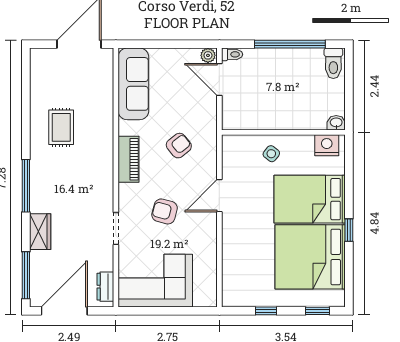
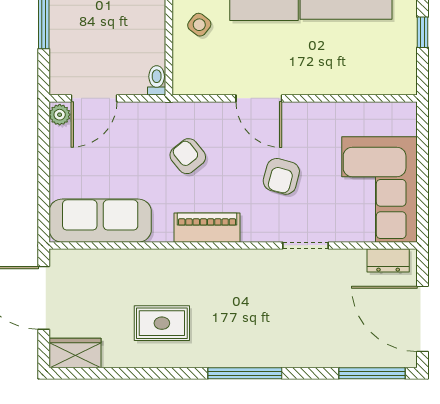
toilet: (232, 54) -> (157, 80), moved
wardrobe: (40, 232) -> (75, 353), moved

